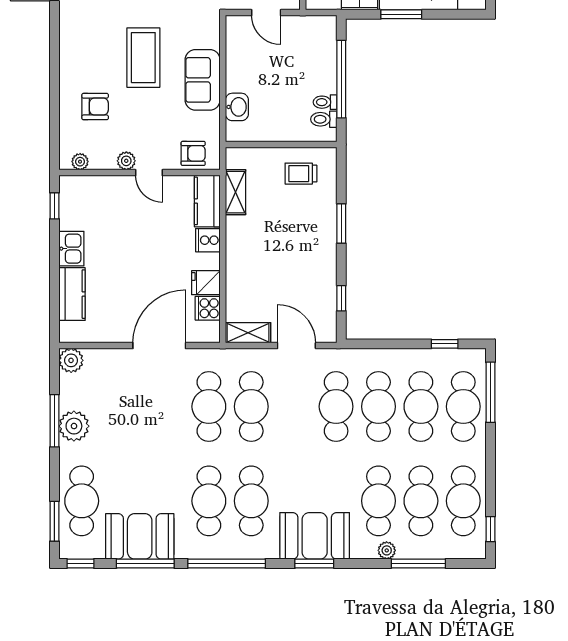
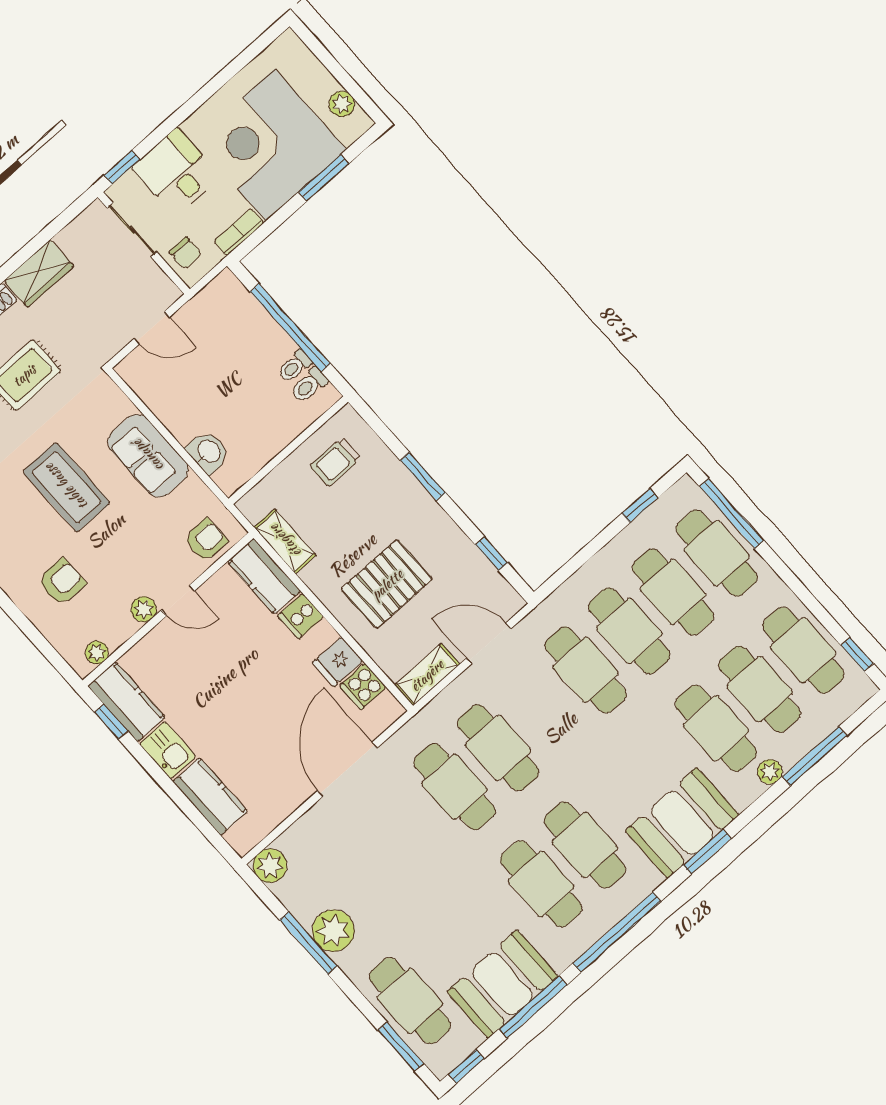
window: (401, 14) -> (324, 178), moved
kitchen counter: (72, 202) -> (126, 702), added
pallet: (270, 264) -> (387, 584), added

